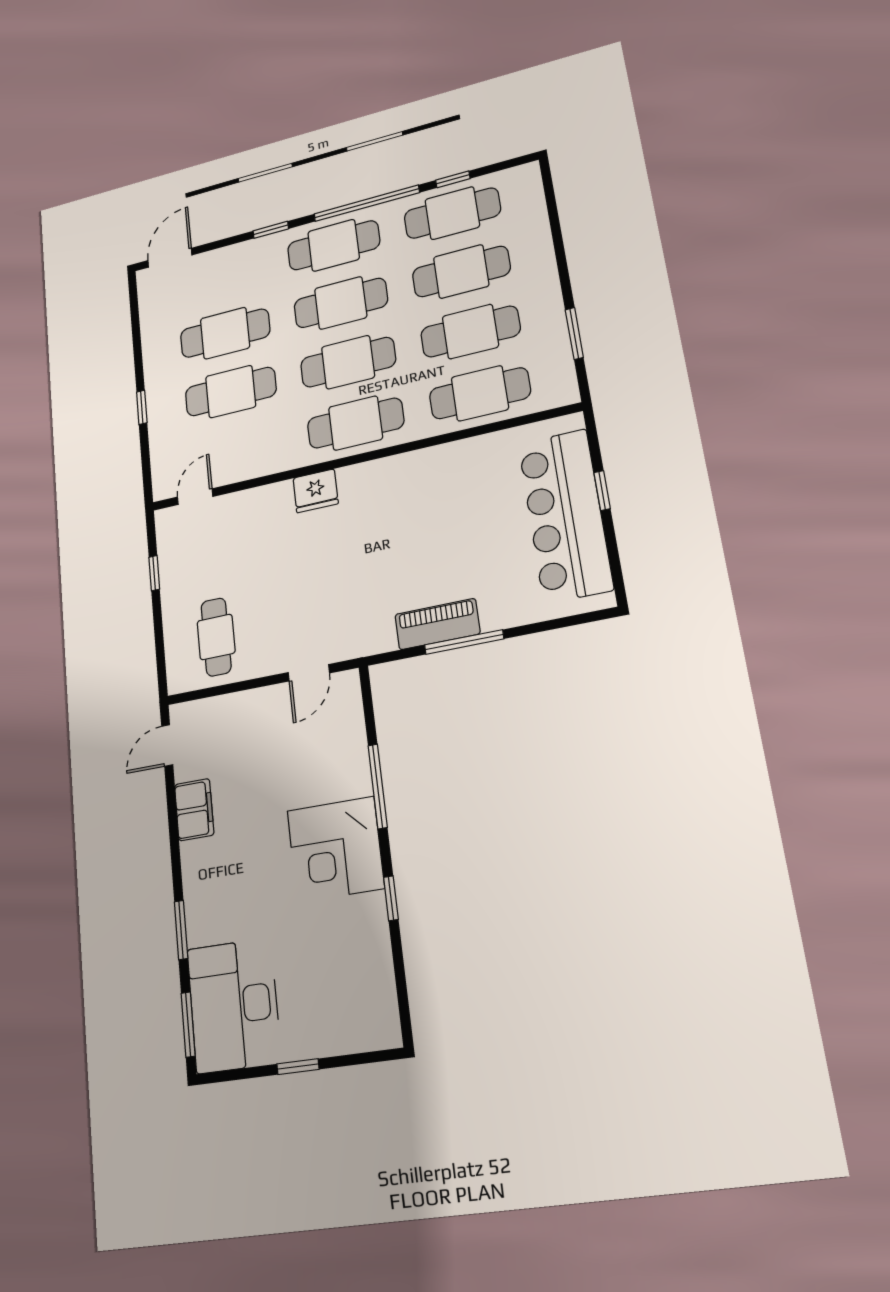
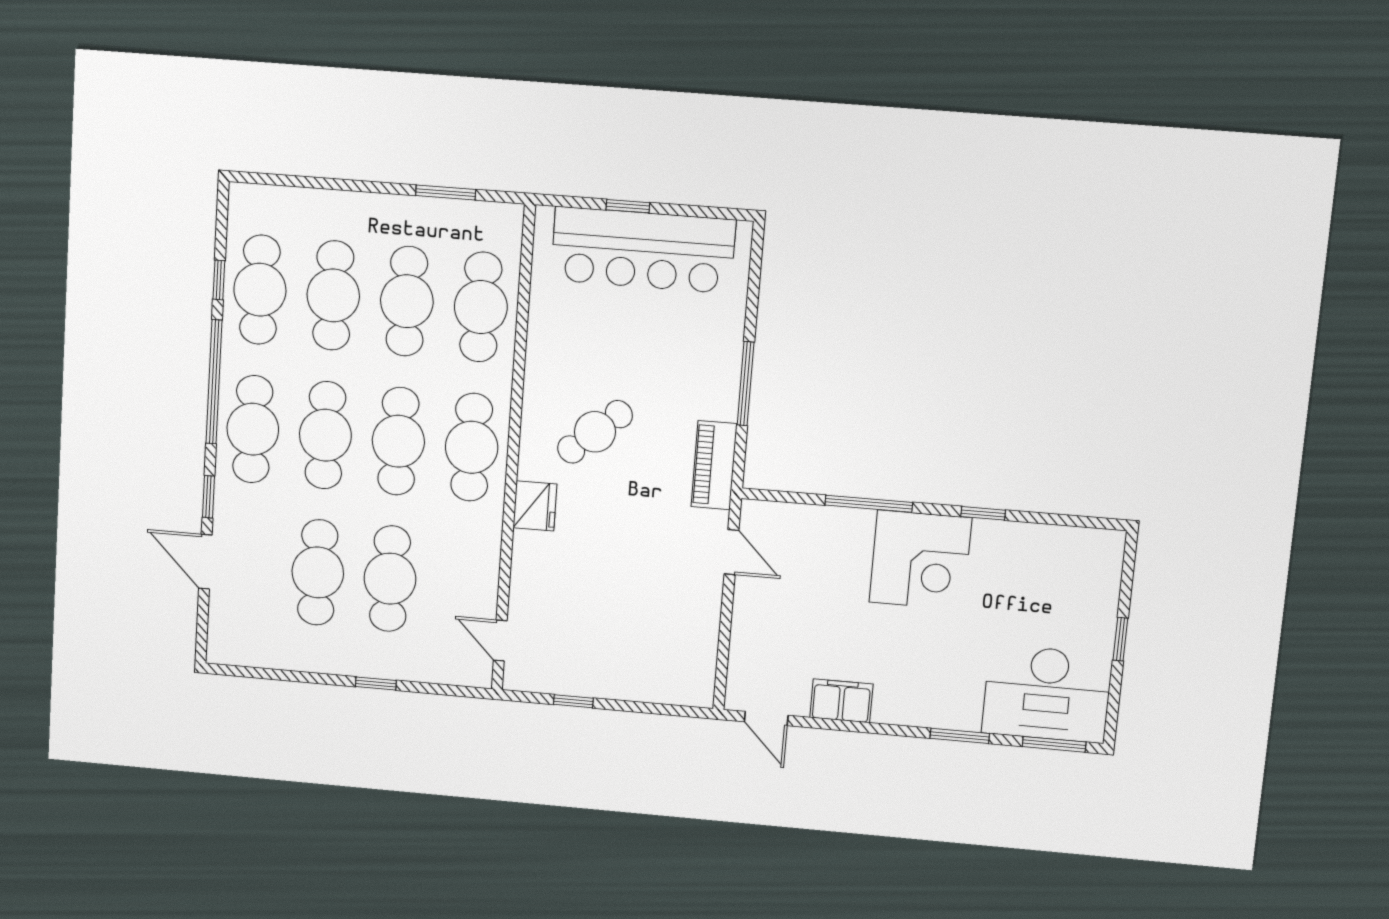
door: (170, 258) -> (205, 562), moved
piano: (437, 624) -> (714, 465), moved
cafe table: (216, 637) -> (595, 432), moved, turned -41

